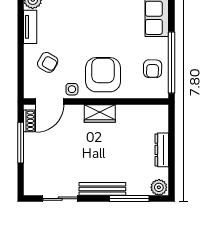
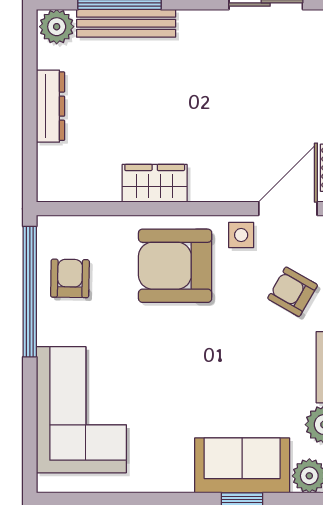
armchair: (103, 75) -> (175, 266), turned 90
wardrobe: (100, 114) -> (155, 183), moved
bench: (102, 189) -> (126, 23), moved

